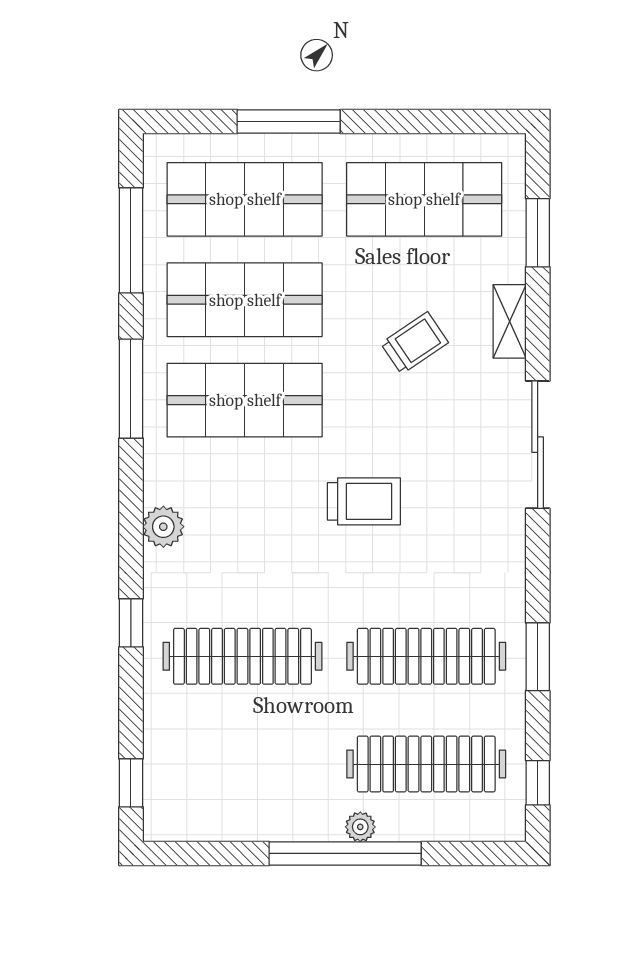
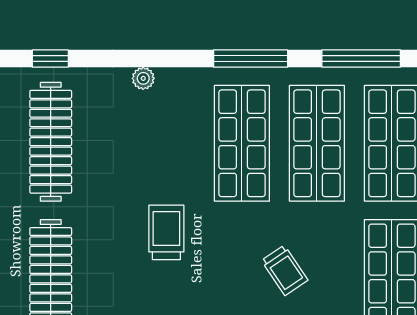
trolley: (364, 501) -> (166, 232), turned 180
plant: (163, 527) -> (143, 78), width x0.73, depth x0.73
window: (131, 623) -> (50, 58), moved

